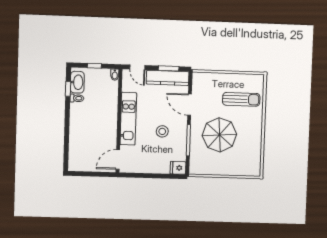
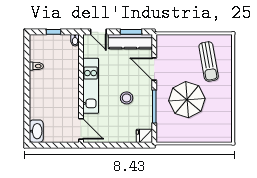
washbasin: (77, 82) -> (36, 131), moved
window: (68, 89) -> (27, 57), removed
sun lounger: (241, 99) -> (209, 61), turned 80
door: (118, 159) -> (81, 129), swing flipped

